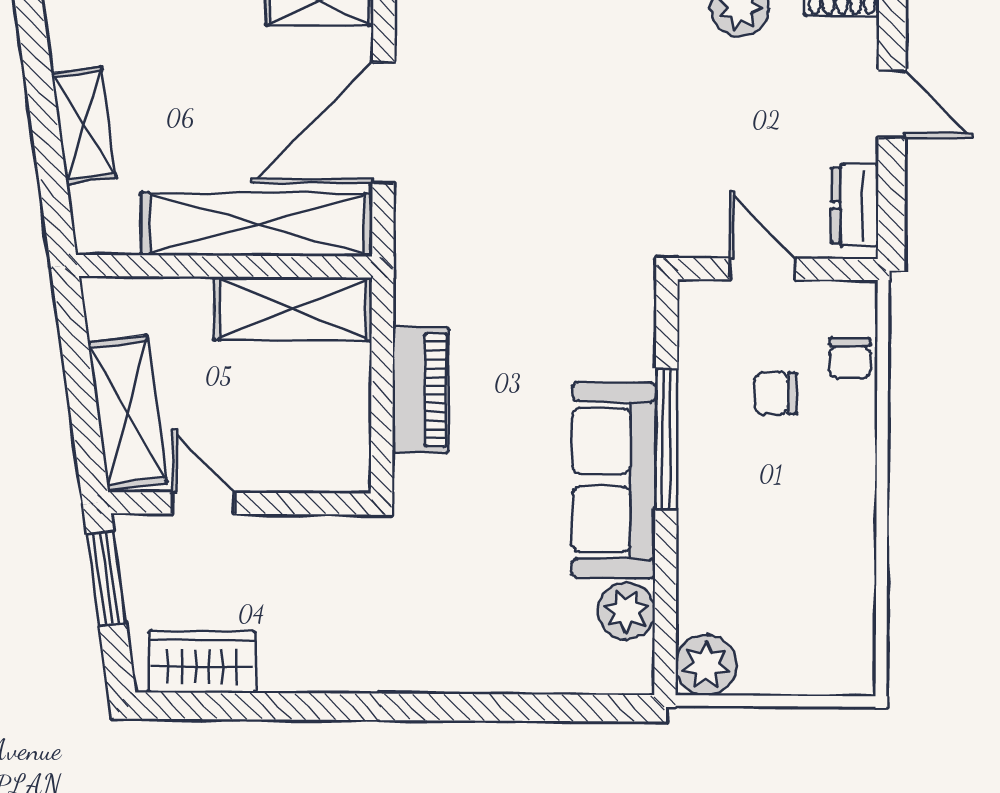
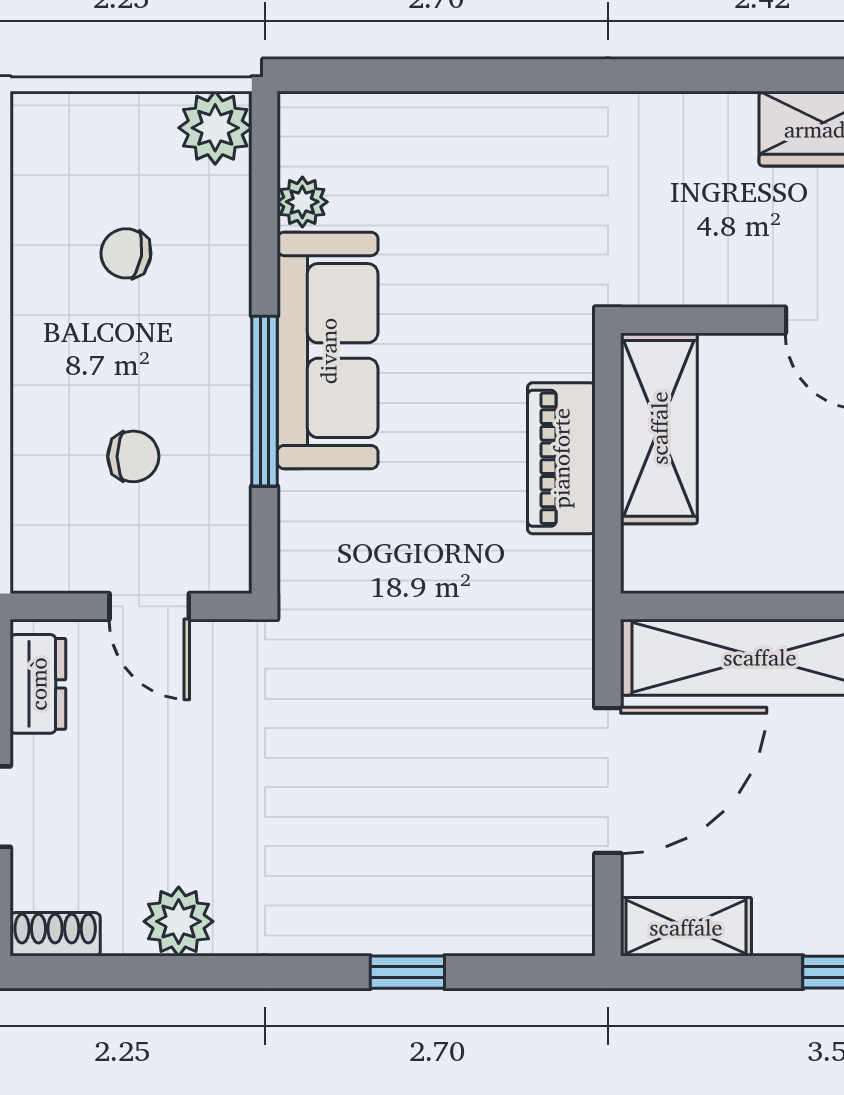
shelving: (293, 309) -> (659, 428), moved, turned 90
chair: (850, 358) -> (126, 253), moved, turned -81
plant: (626, 611) -> (302, 202), width x0.73, depth x0.73

